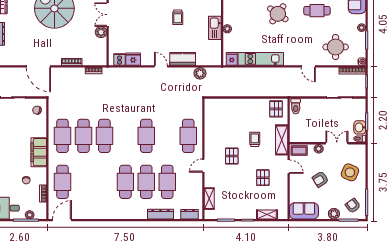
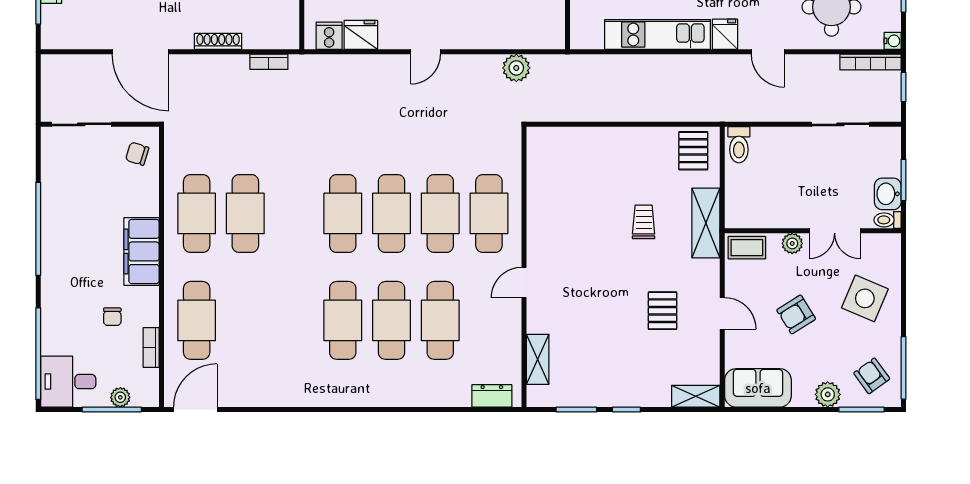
kitchen counter: (183, 59) -> (476, 34), removed
fridge: (232, 59) -> (725, 34), moved
door: (161, 66) -> (425, 52), swing flipped
cafe table: (104, 136) -> (343, 213), moved
cafe table: (167, 136) -> (440, 213), added
double door: (337, 143) -> (835, 231), swing flipped
pallet: (232, 156) -> (590, 260), removed
door: (289, 167) -> (722, 313), moved
dresser: (161, 214) -> (424, 396), removed
shelving: (267, 214) -> (696, 396), moved

